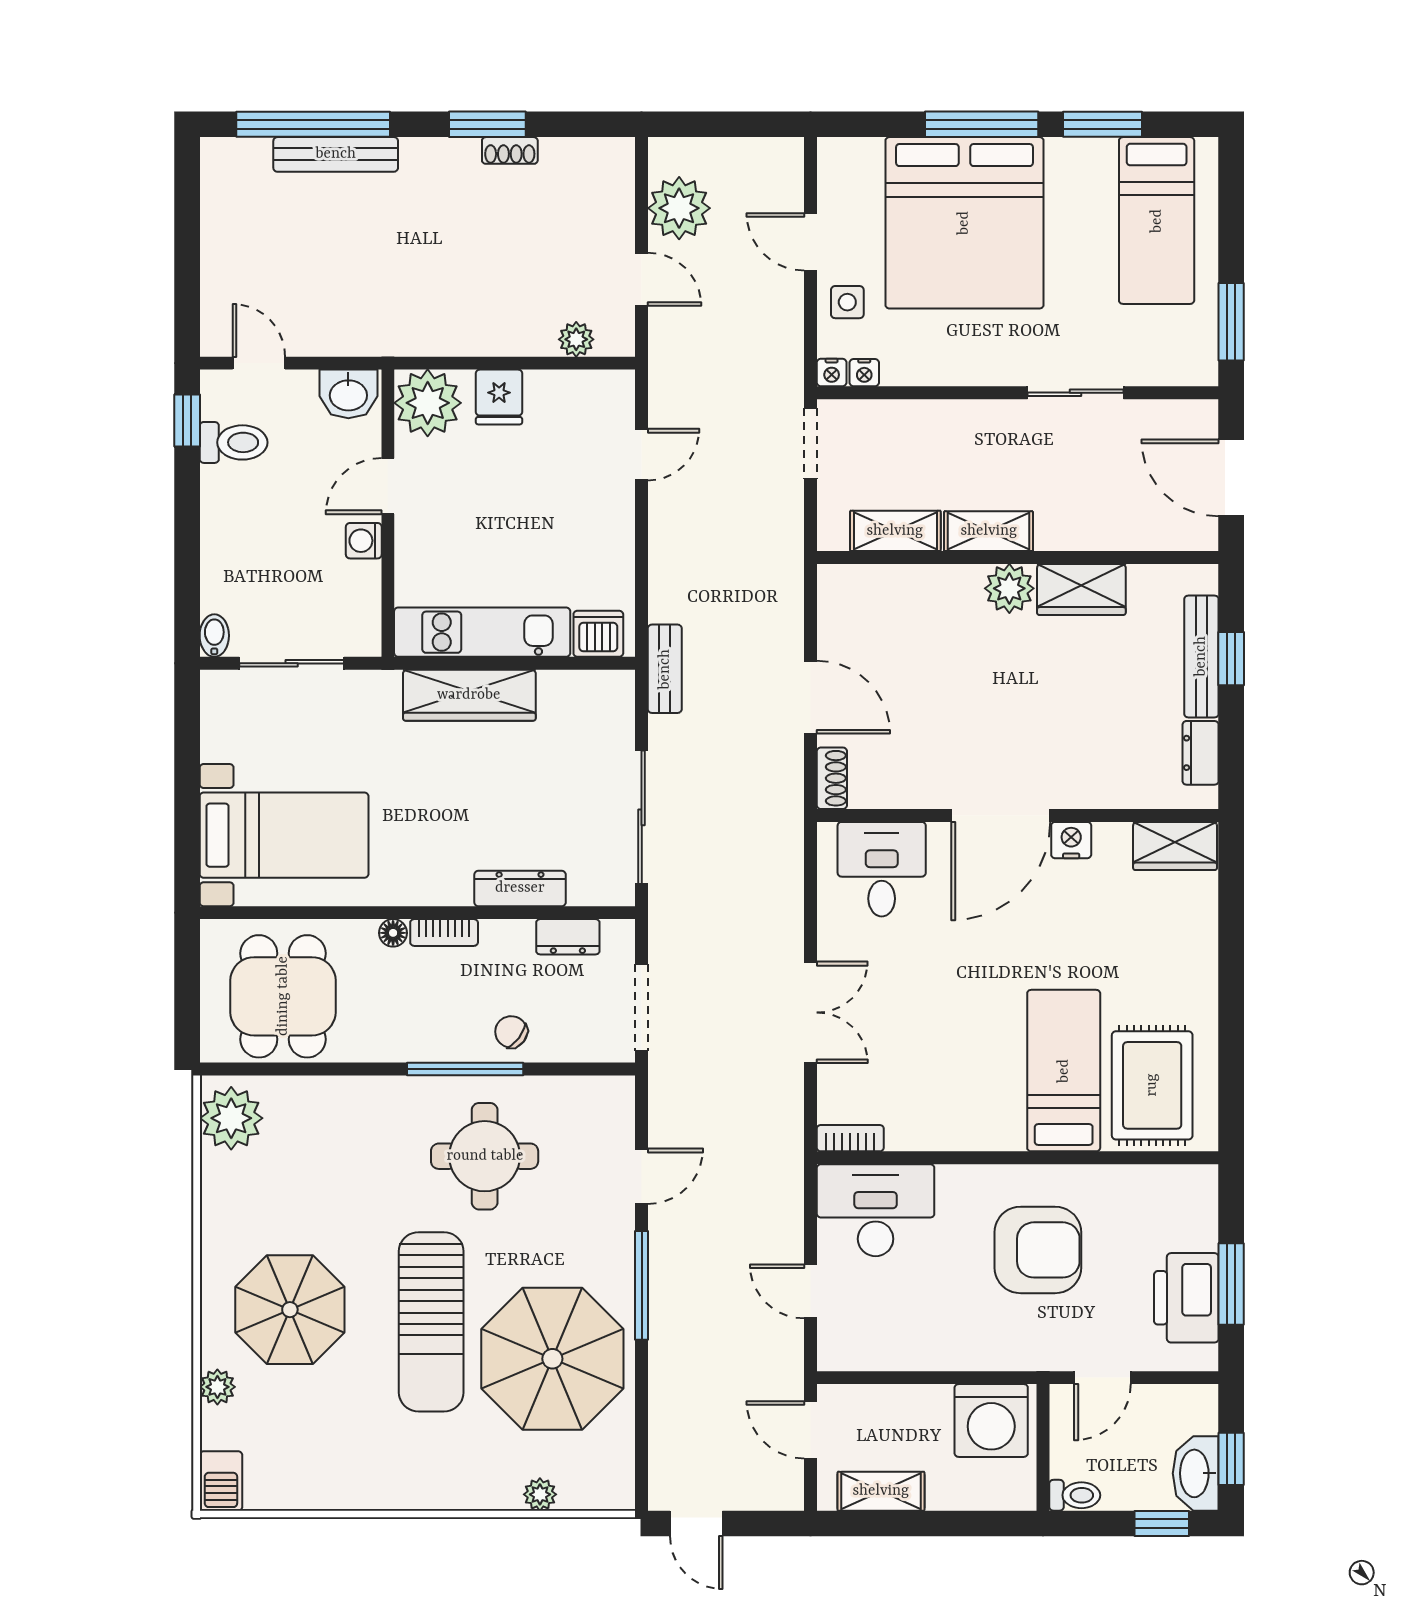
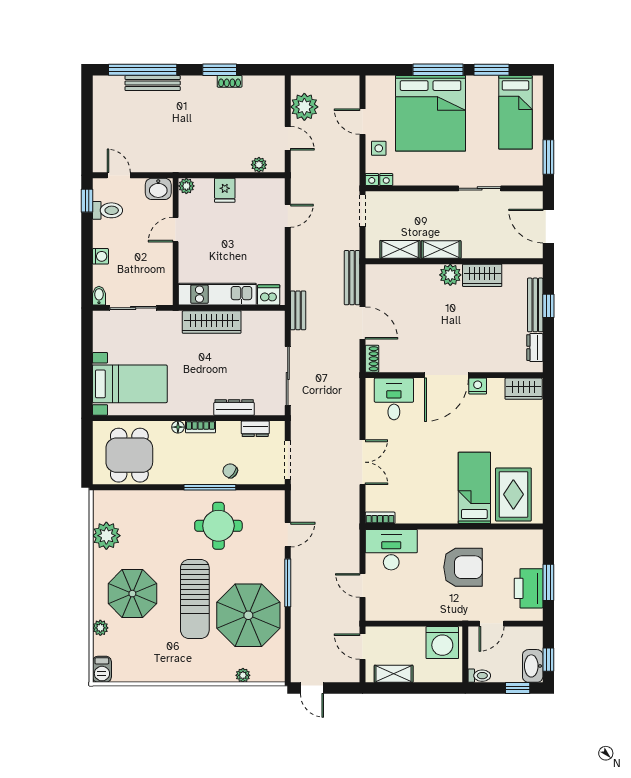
plant: (428, 403) -> (186, 186), width x0.53, depth x0.53
washing machine: (364, 541) -> (100, 256), moved, turned 180
bench: (787, 595) -> (352, 278), added
plant: (231, 1118) -> (106, 536), moved

